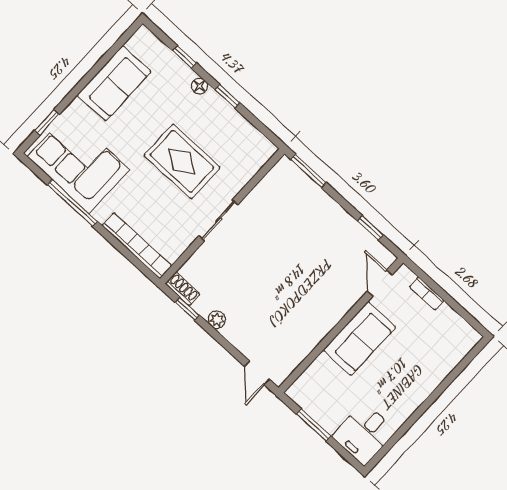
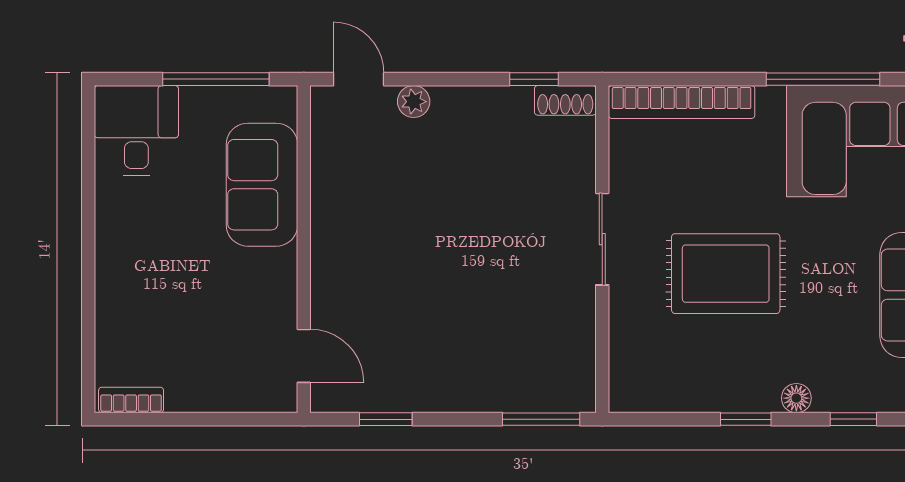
bookcase: (427, 293) -> (131, 400), moved
plant: (217, 320) -> (414, 102), moved
sofa: (359, 338) -> (262, 185), moved
window: (314, 425) -> (216, 79), width x1.44

